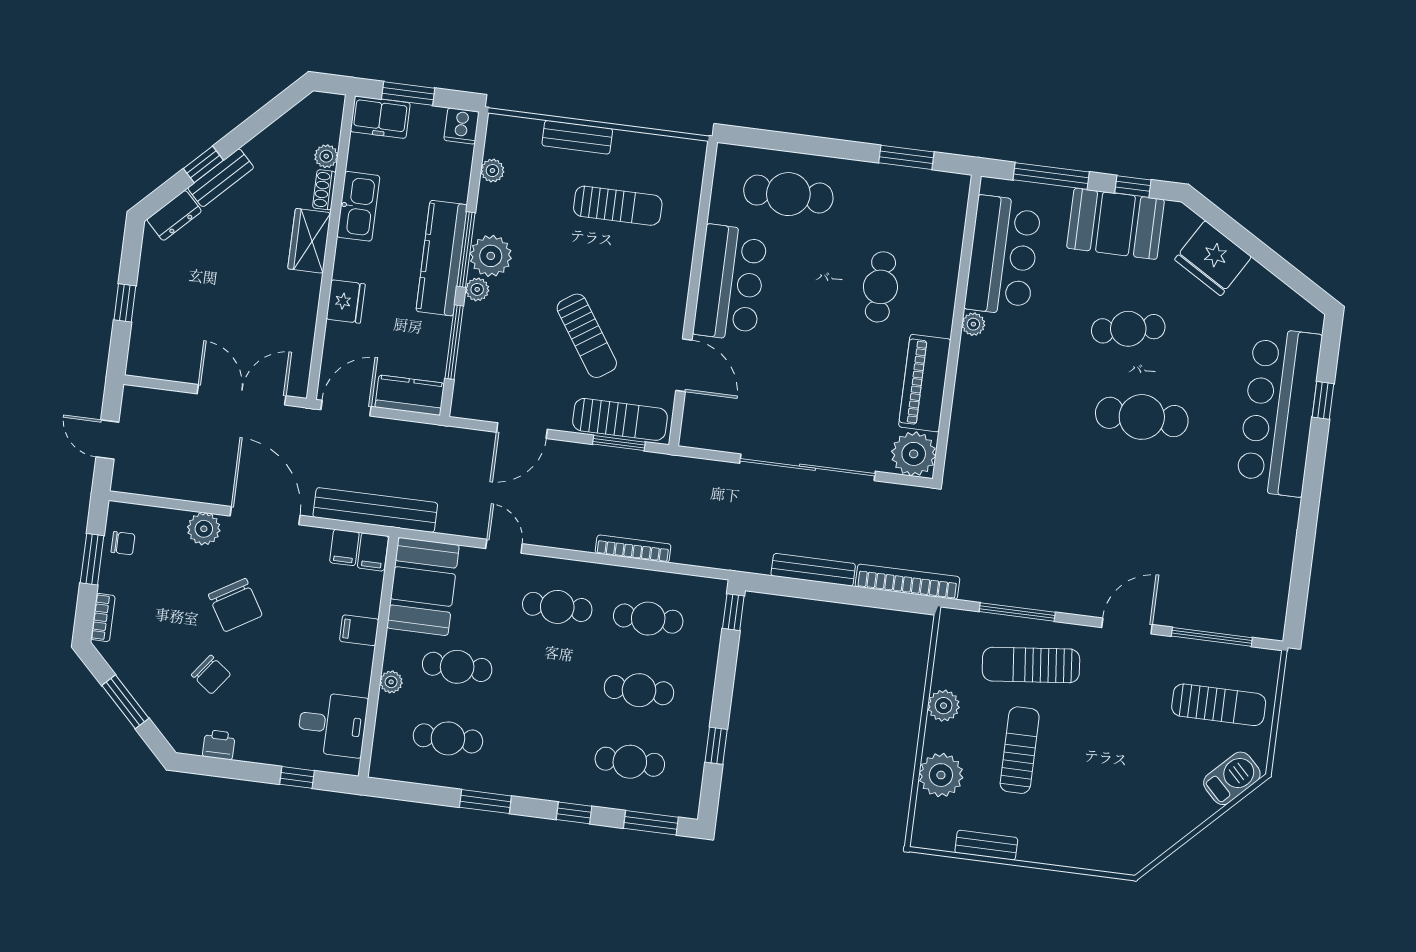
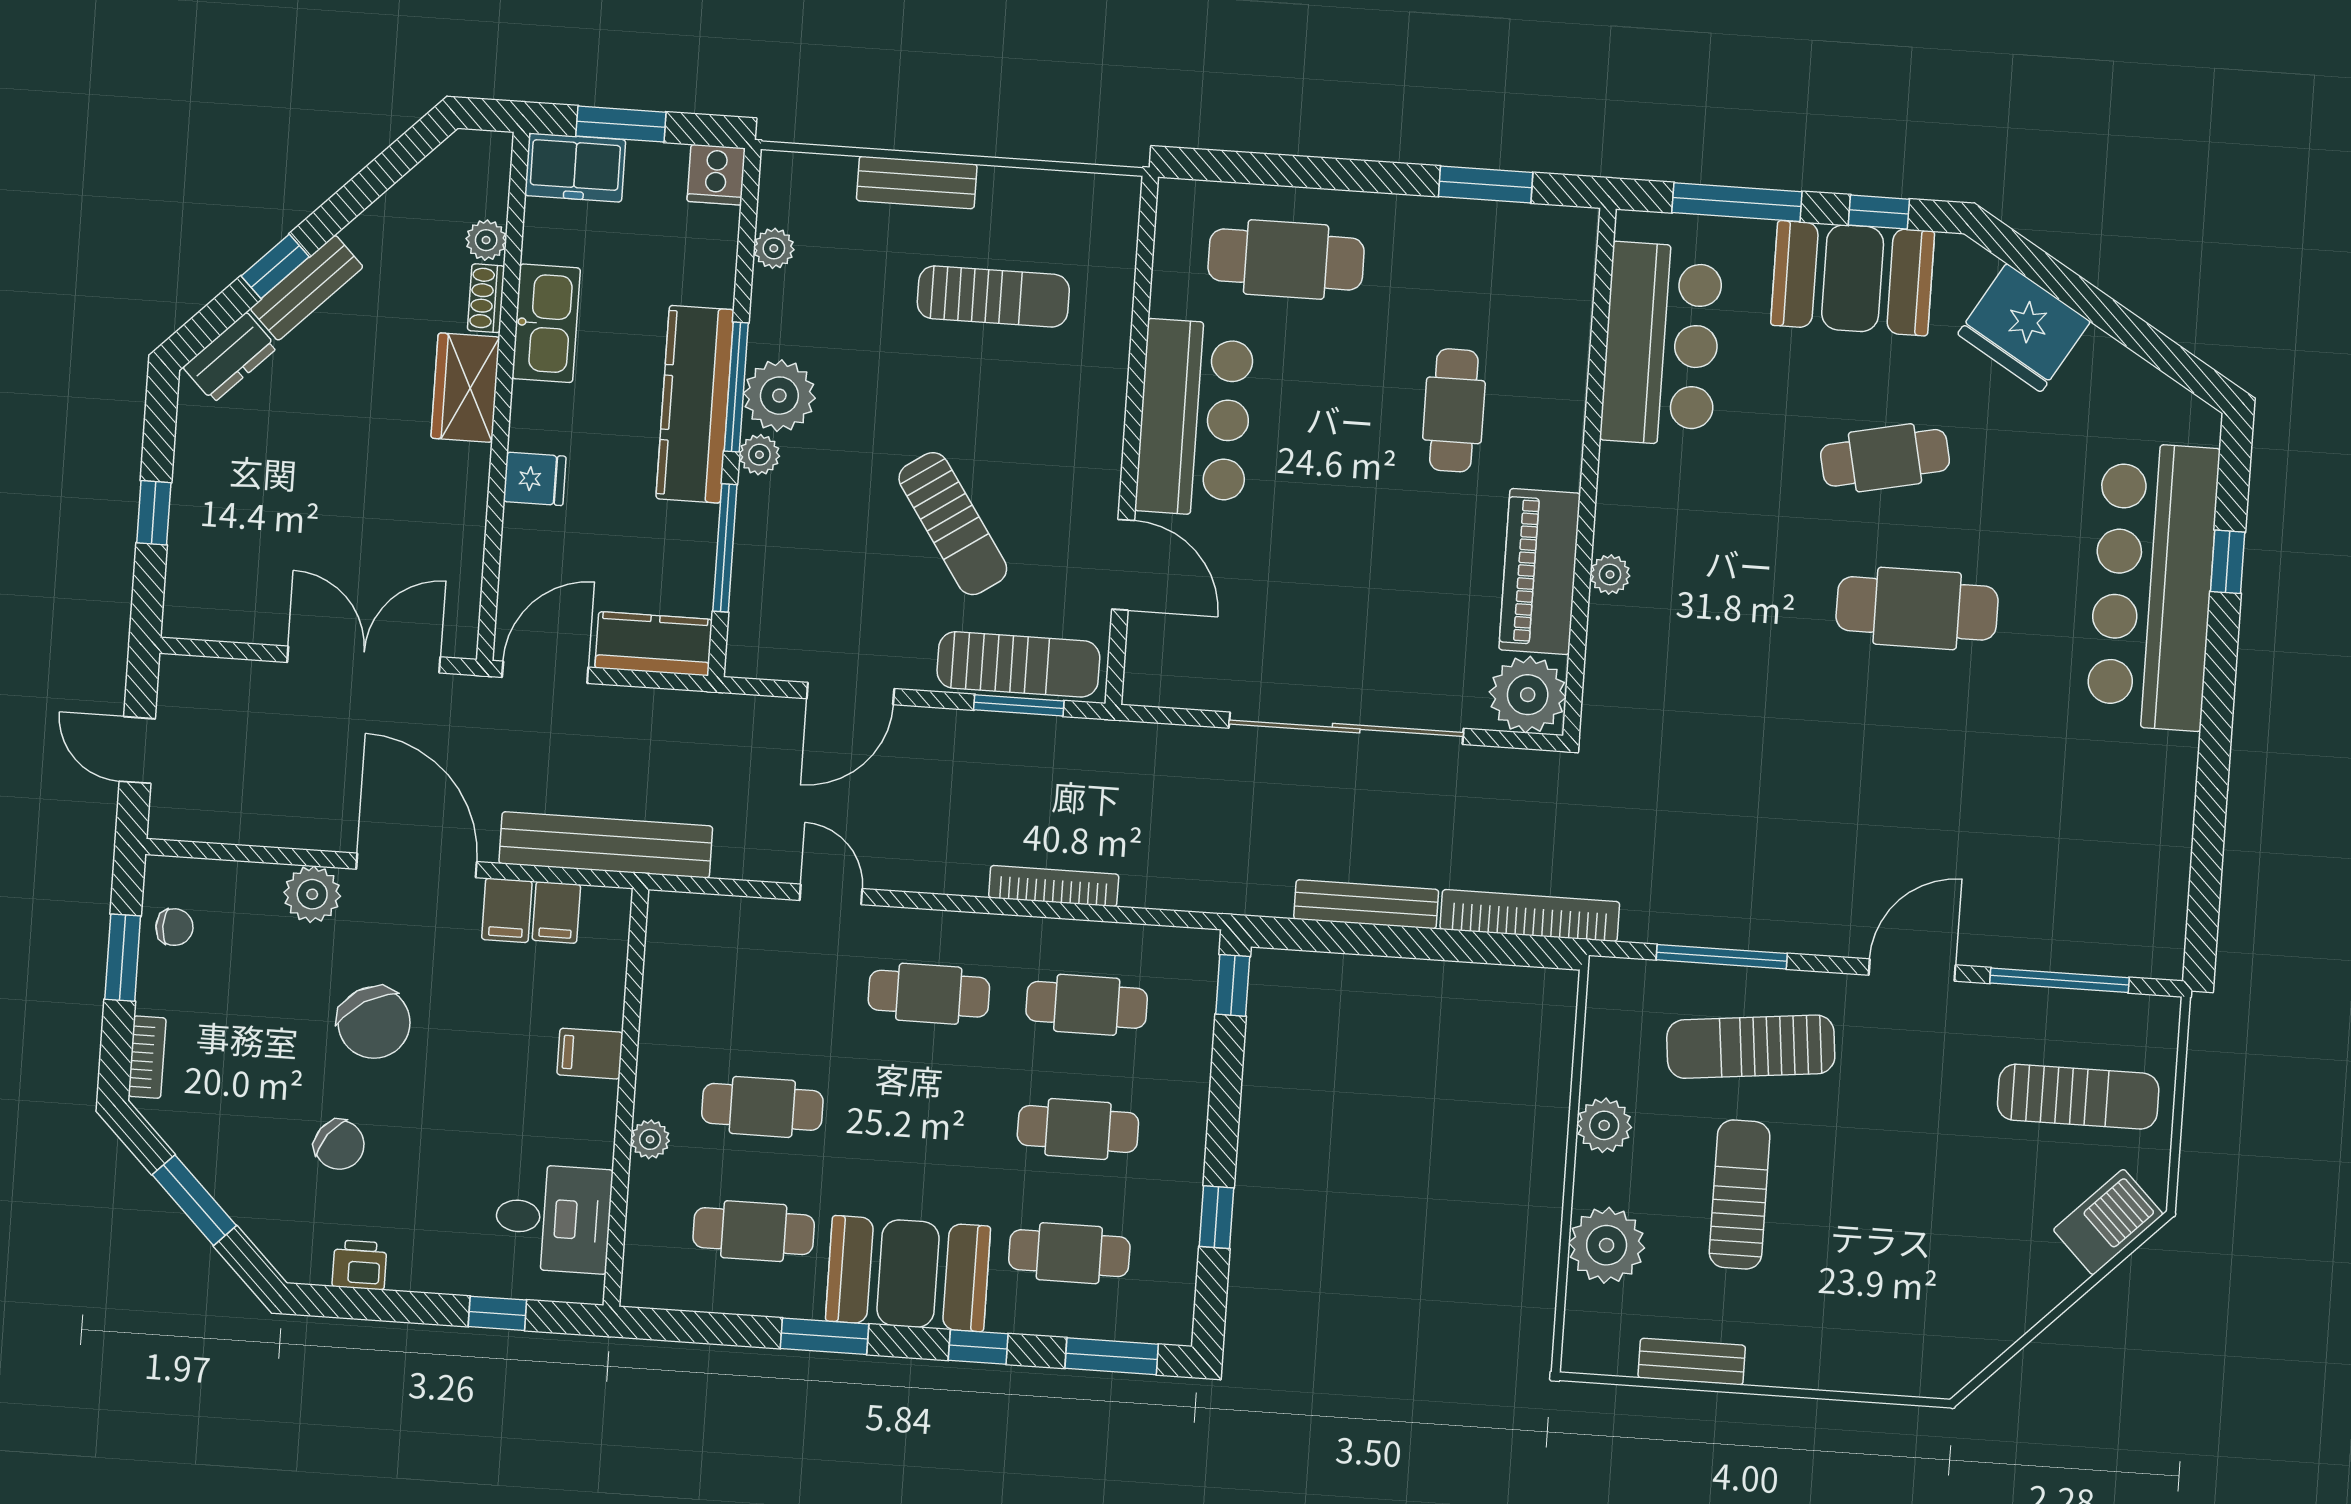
fridge: (346, 301) -> (535, 479), width x0.72
plant: (973, 324) -> (1610, 574), moved
filing cabinet: (373, 552) -> (507, 910), moved
booth: (423, 587) -> (908, 1274), moved, turned 90

